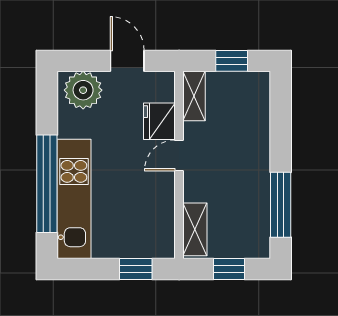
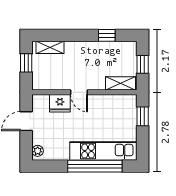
plant: (83, 90) -> (38, 151), width x0.53, depth x0.53
shelving: (194, 96) -> (50, 47), moved
window: (281, 205) -> (107, 35), width x0.46

